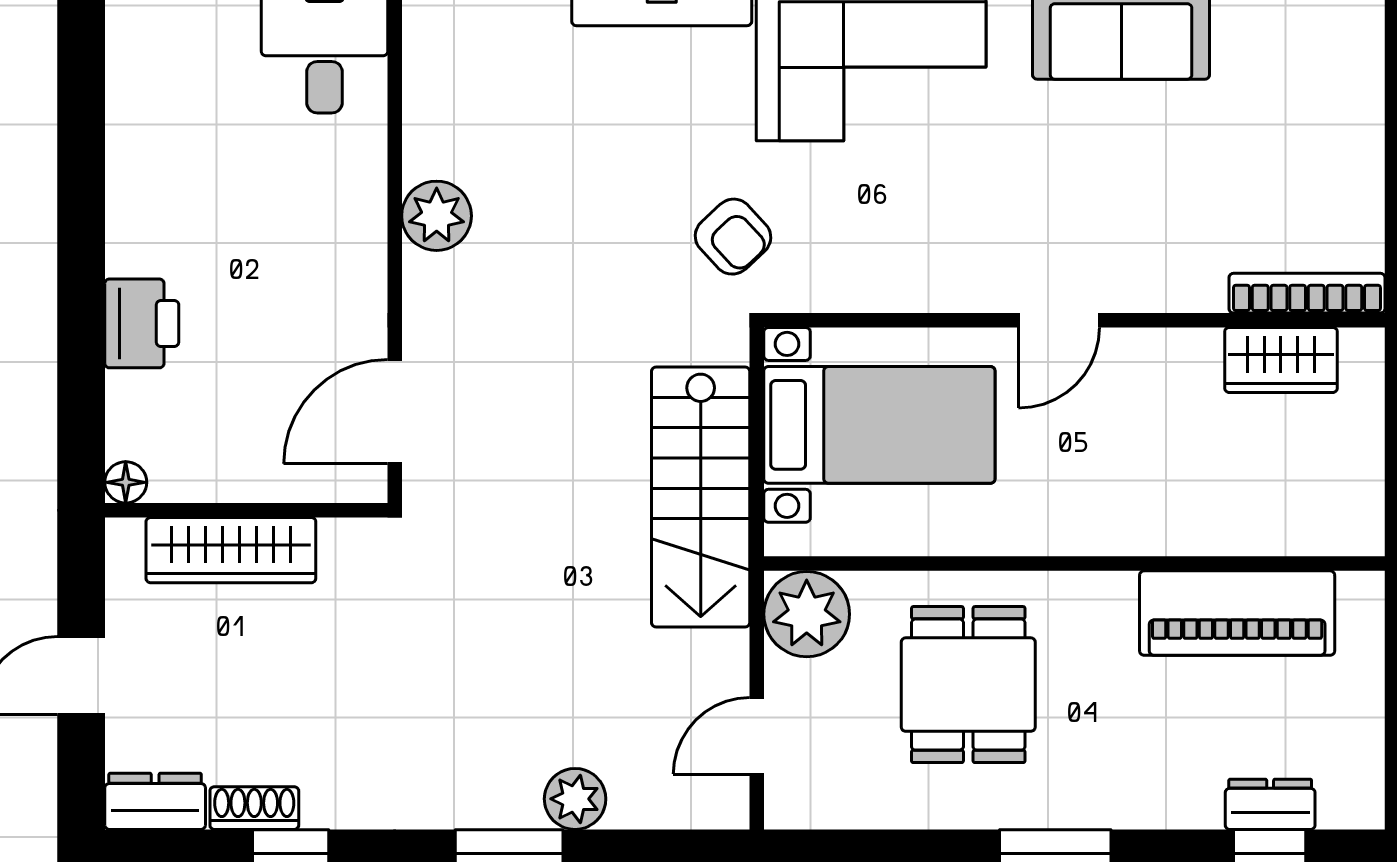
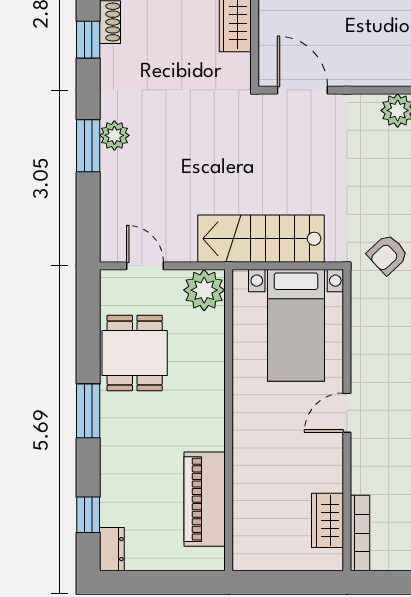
door: (1059, 320) -> (347, 413), hinge flipped
dining table: (968, 685) -> (135, 353), moved, turned 90
plant: (575, 799) -> (114, 135), moved
dresser: (1270, 804) -> (112, 549), moved

